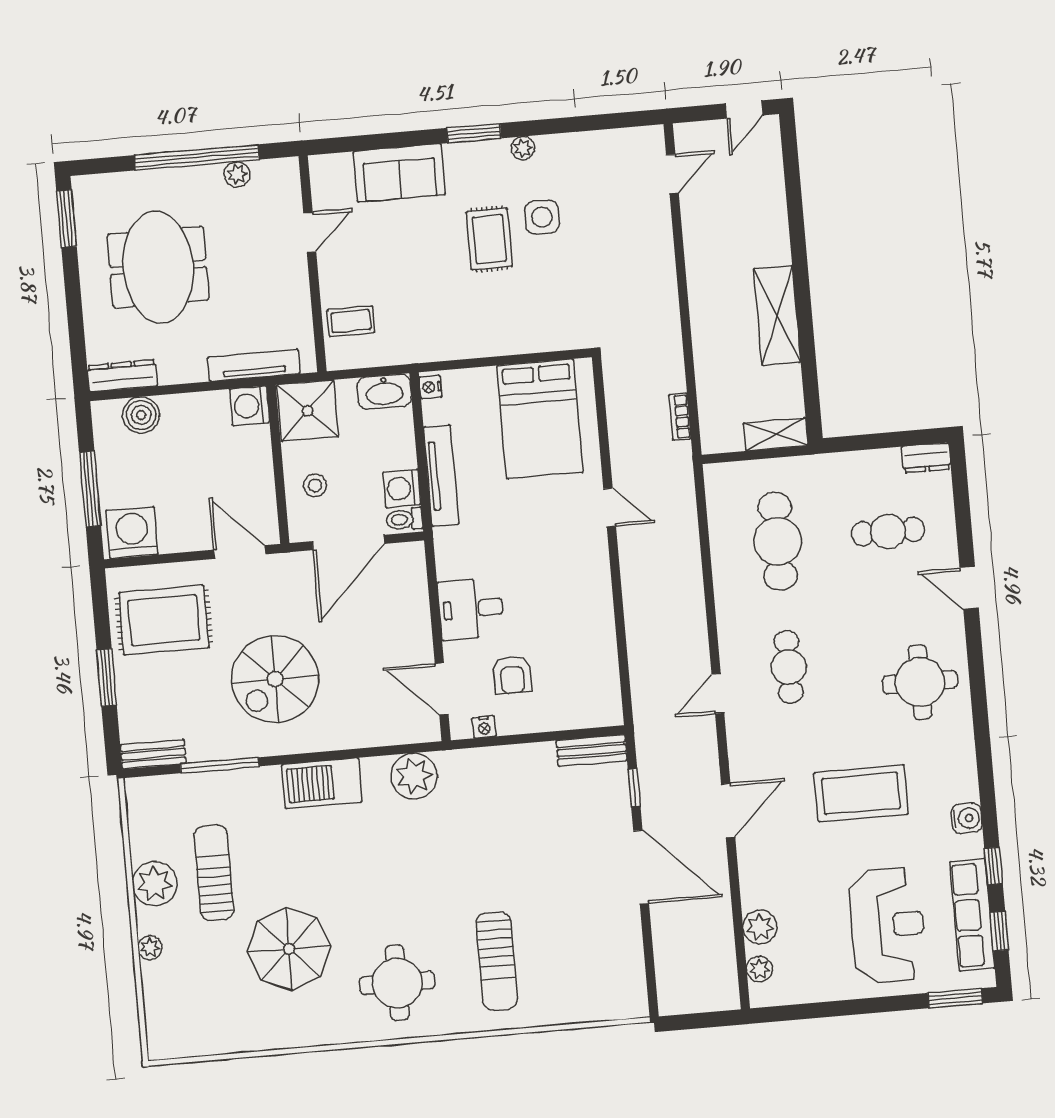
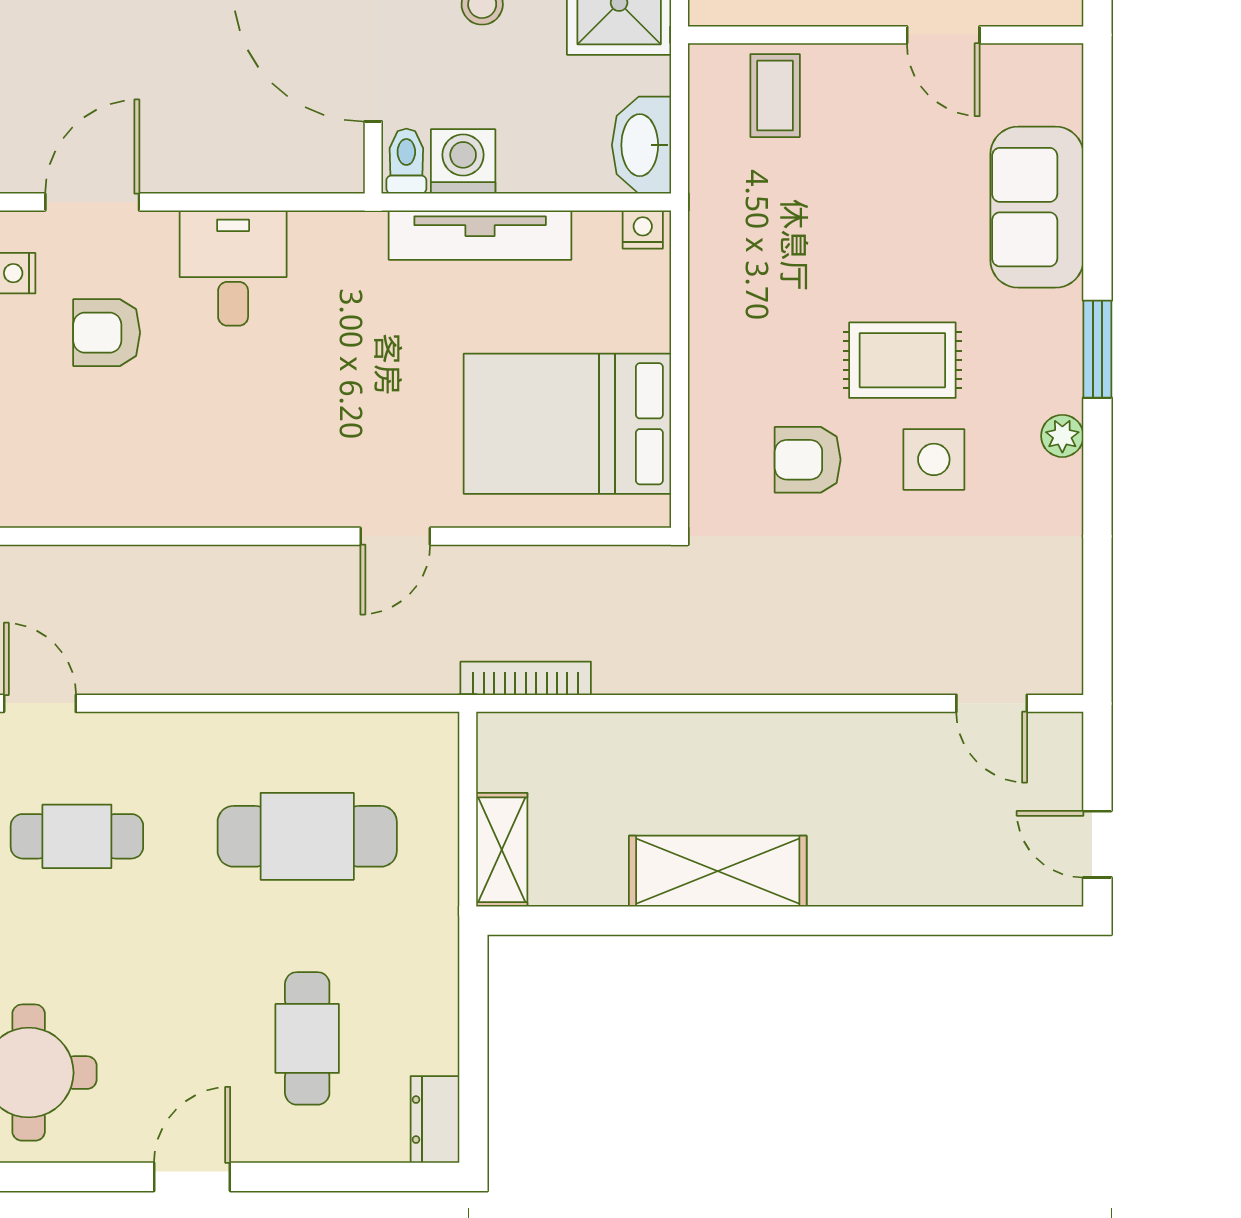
armchair: (548, 286) -> (808, 460), added
bookcase: (680, 417) -> (526, 678), width x1.56

